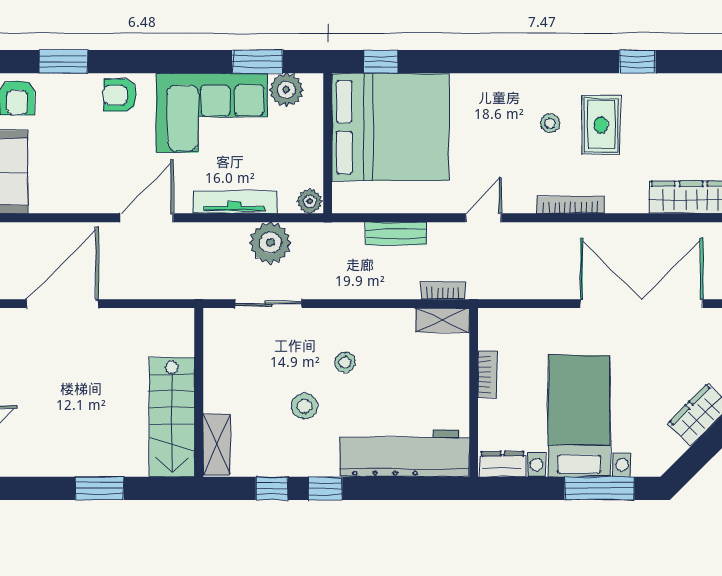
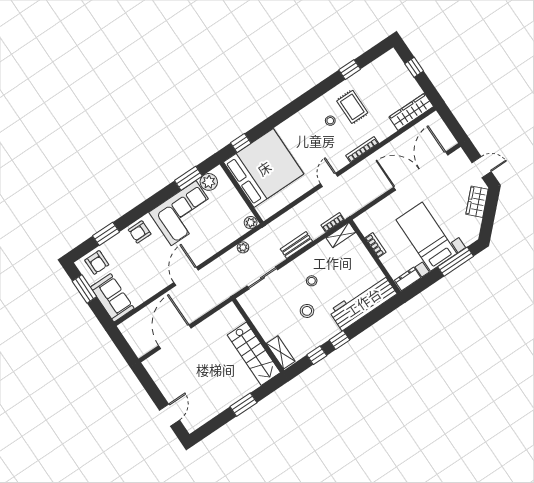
tv unit: (235, 202) -> (219, 244), removed
bench: (396, 234) -> (296, 245), moved
plant: (270, 243) -> (243, 247), width x0.53, depth x0.53

